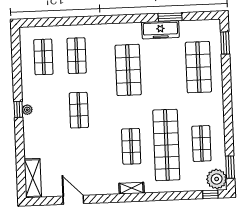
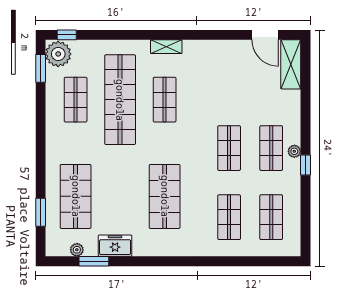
window: (170, 17) -> (94, 261), moved
plant: (196, 25) -> (77, 250), added
freezer: (160, 30) -> (115, 246), width x0.71
window: (225, 43) -> (41, 212), moved
window: (18, 109) -> (306, 165), moved
shop shelf: (46, 112) -> (271, 148), added
door: (73, 200) -> (265, 35), moved

